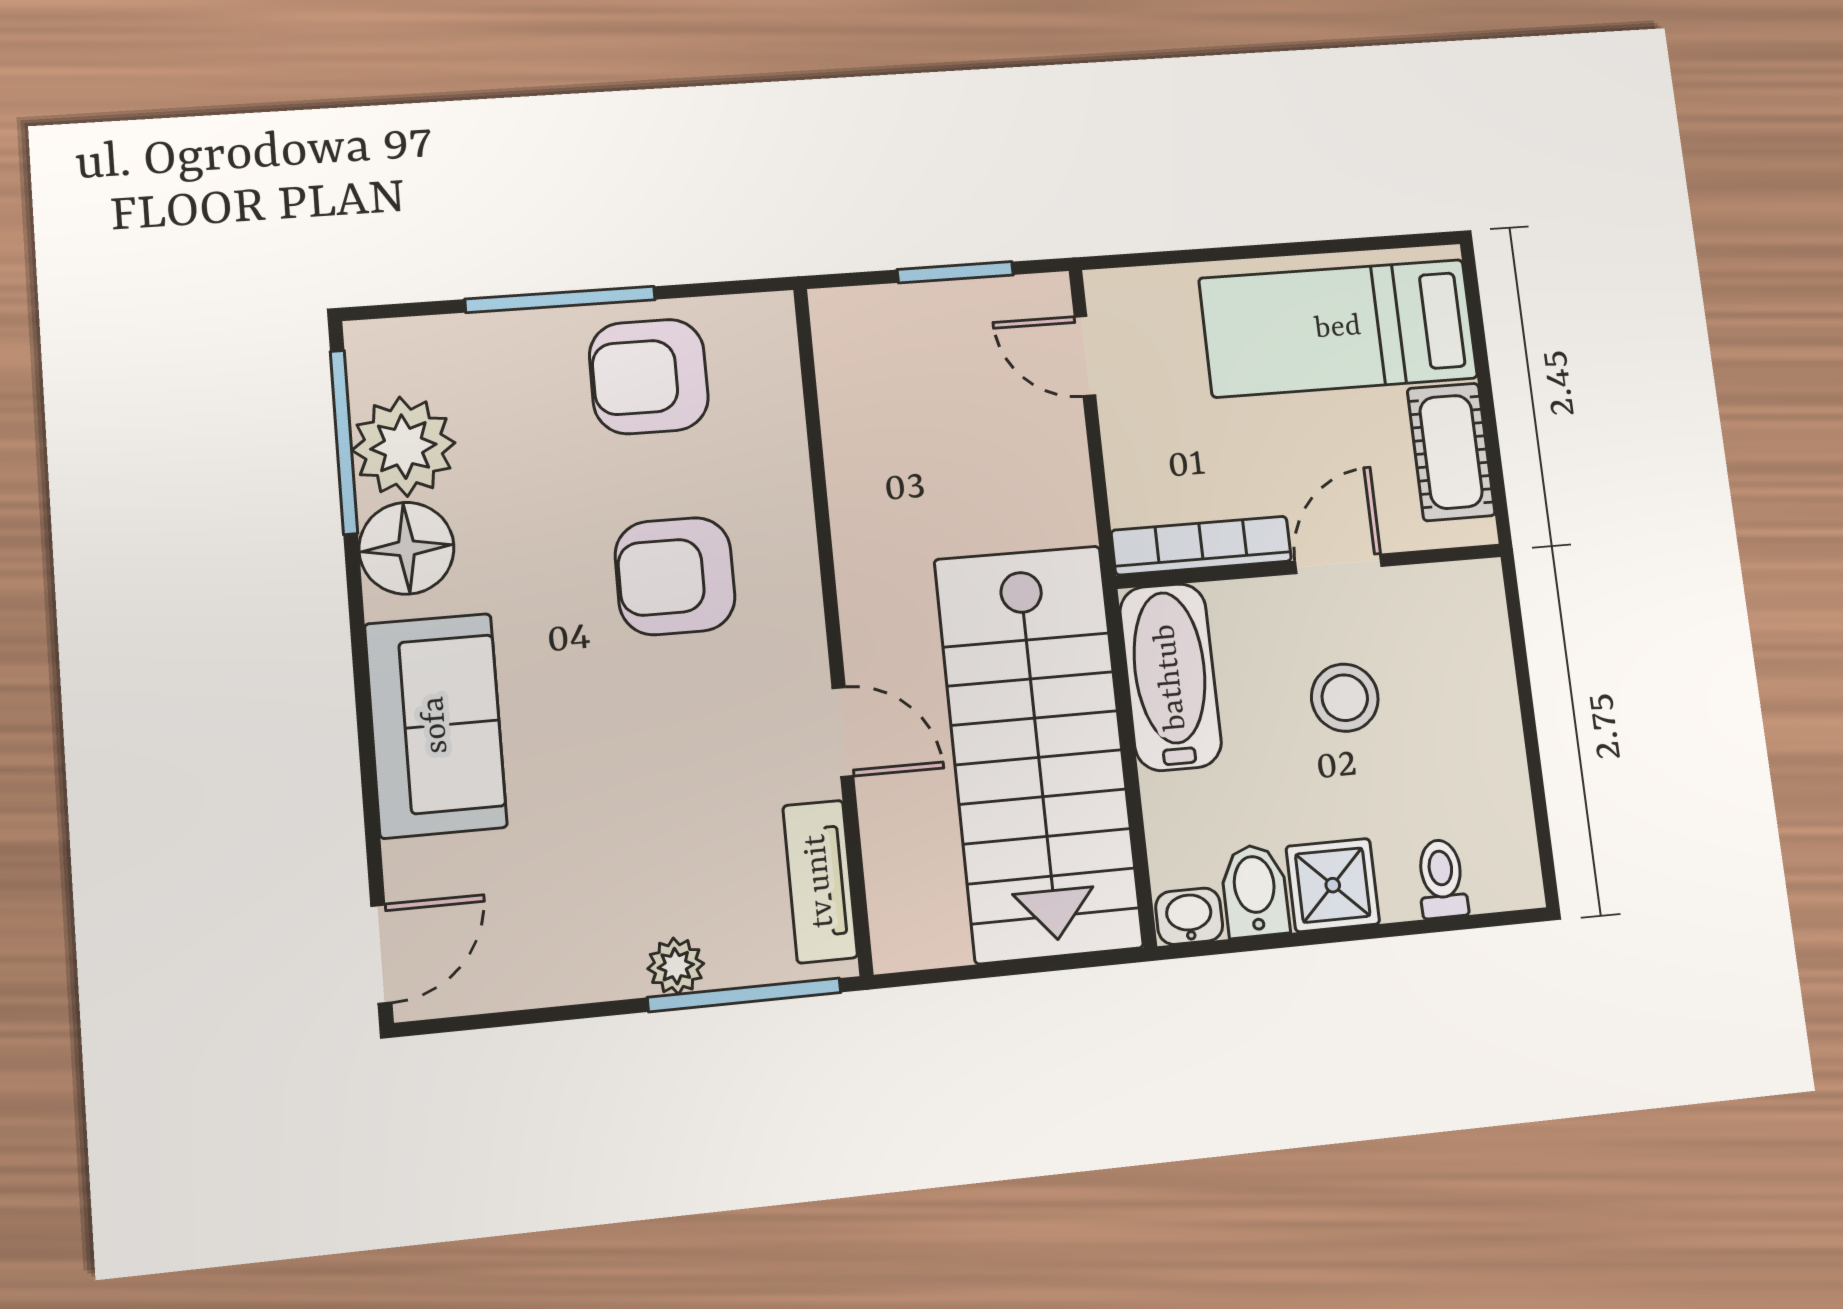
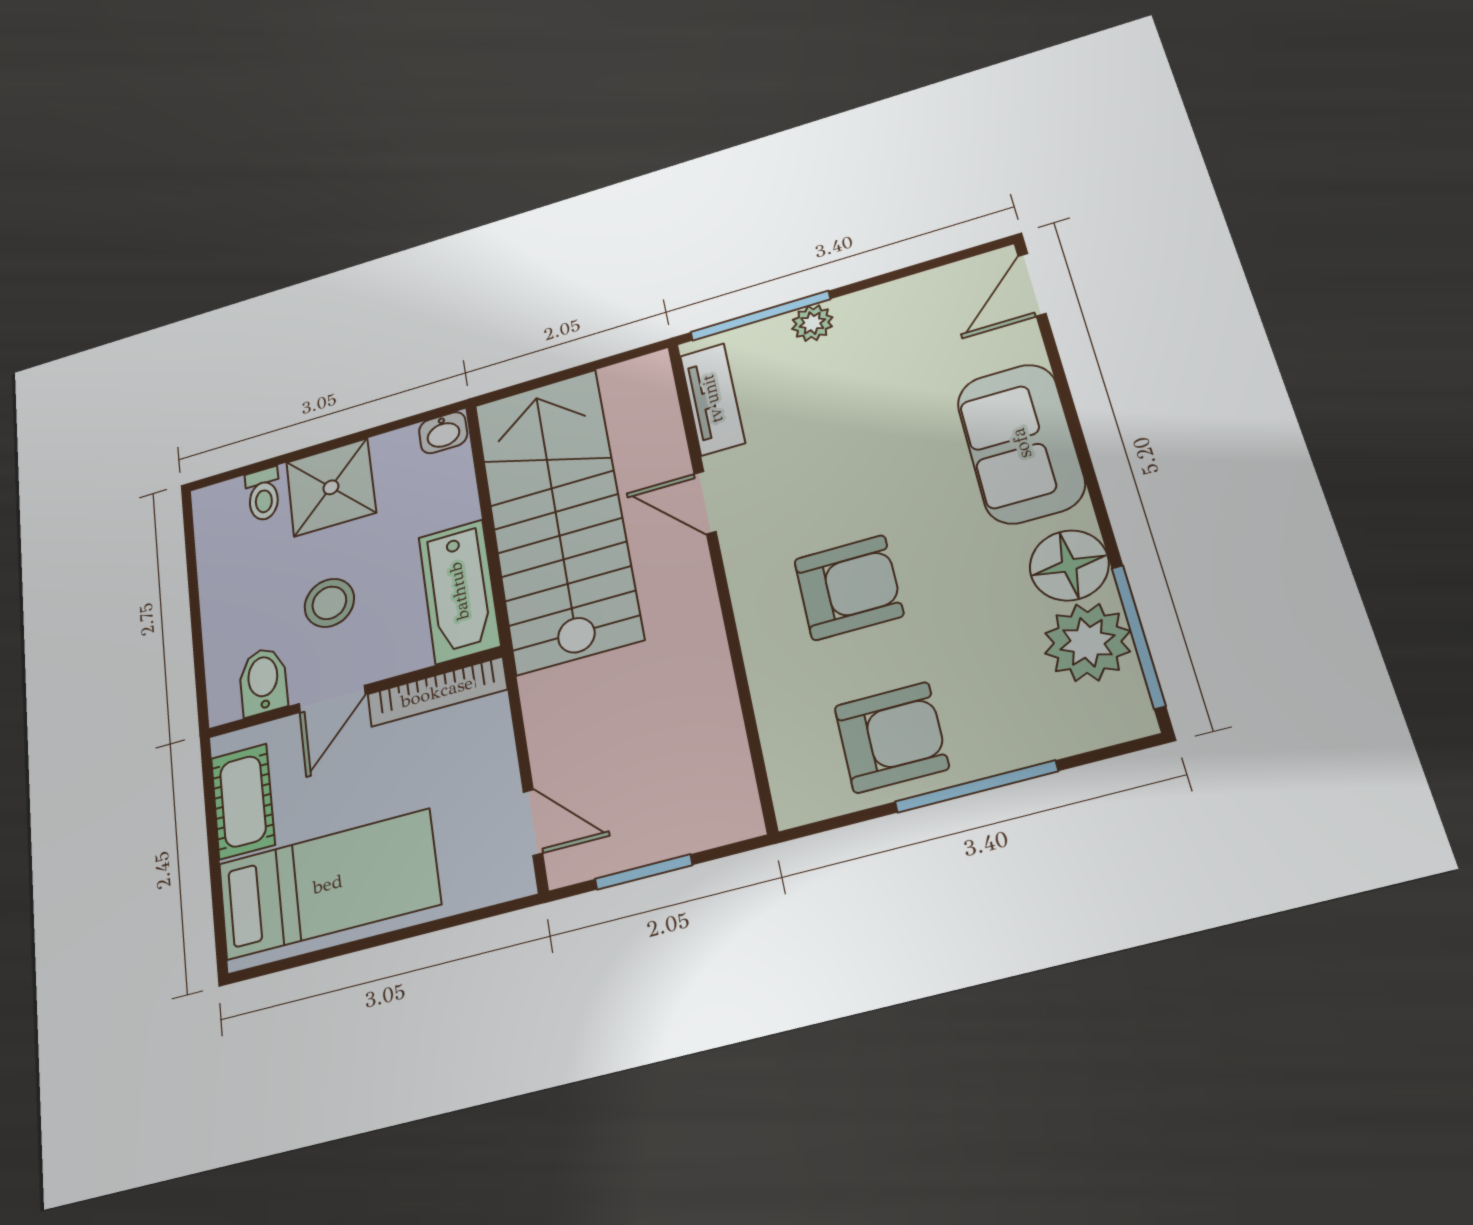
shower: (1333, 885) -> (331, 487), width x1.36, depth x1.36
bidet: (1255, 891) -> (263, 681), moved, turned 180

